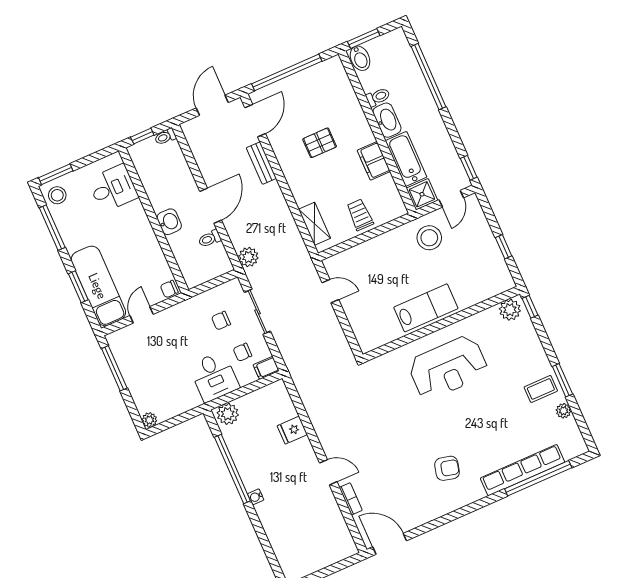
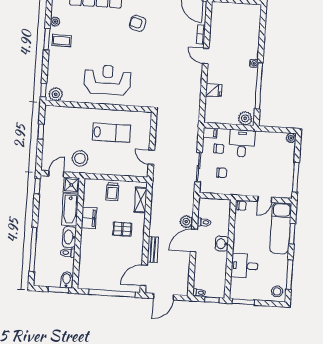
pallet: (320, 143) -> (122, 229), moved
window: (56, 174) -> (243, 302), moved
desk: (113, 188) -> (245, 266), moved
plant: (248, 257) -> (186, 222), moved
lab bench: (426, 308) -> (111, 133), moved, turned 180

